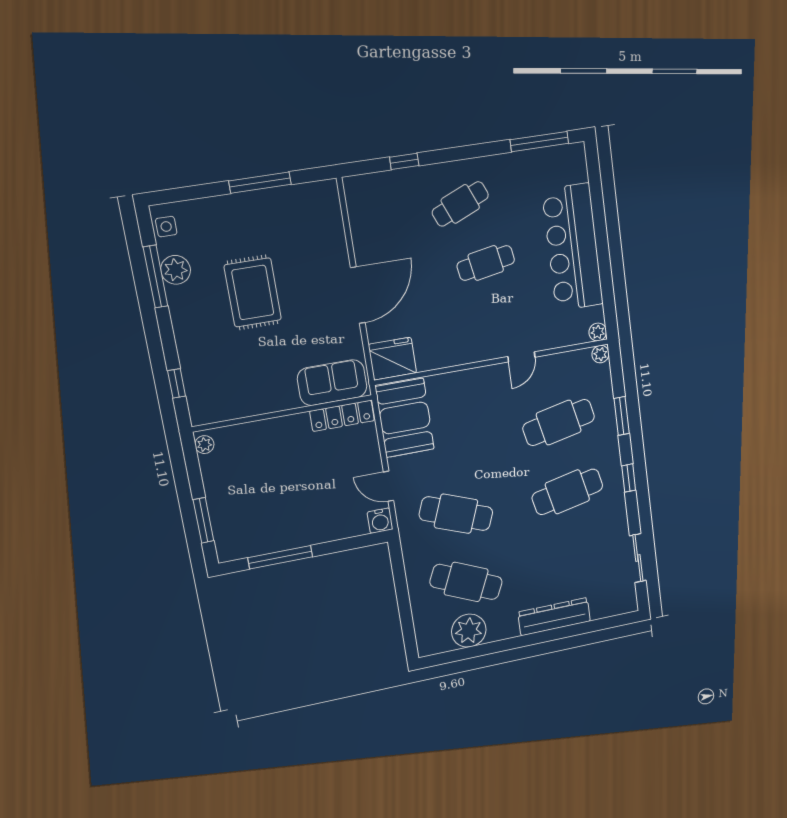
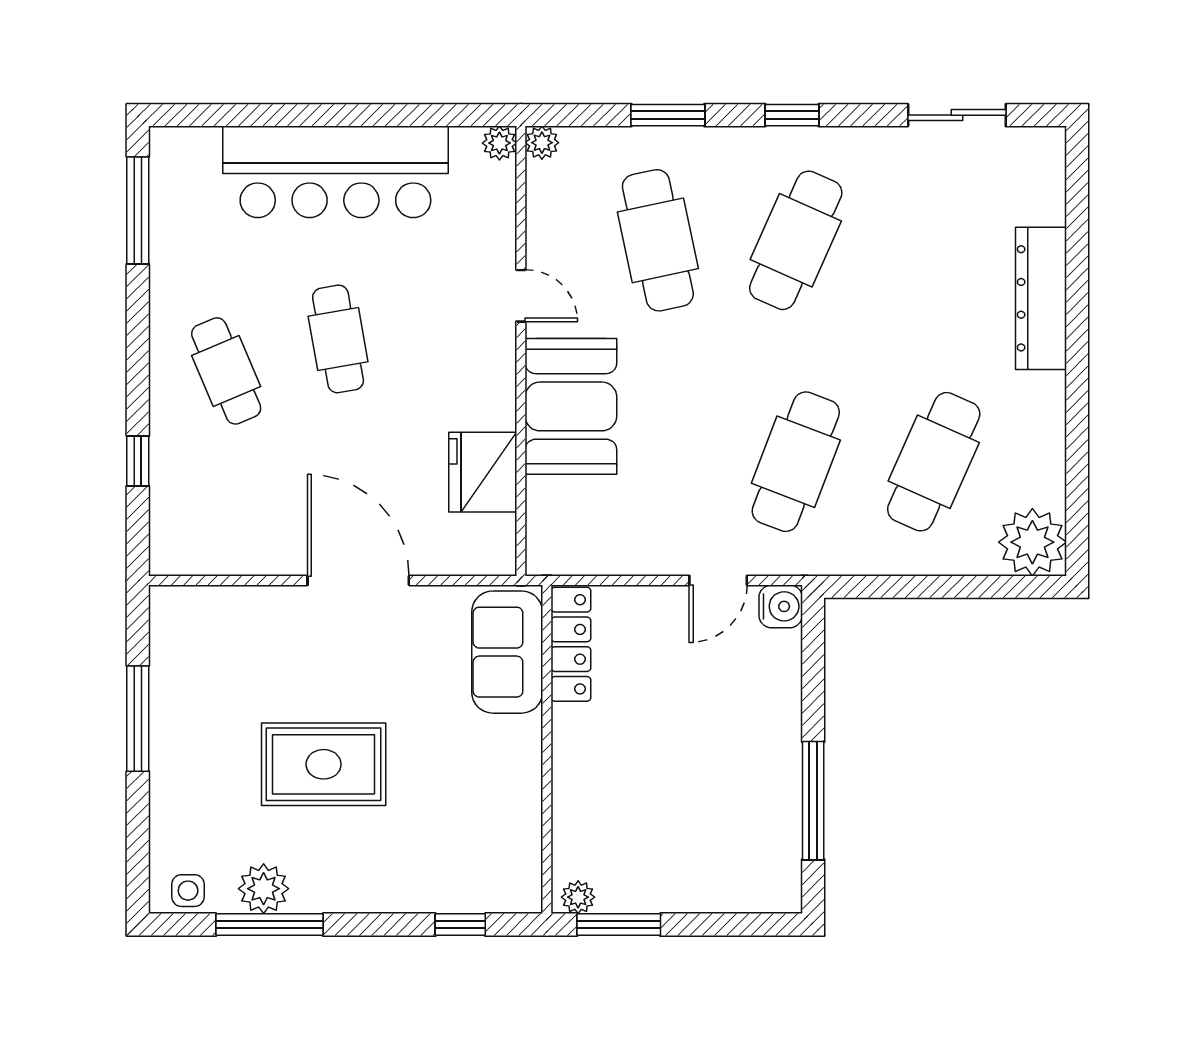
fridge: (392, 359) -> (483, 472), moved
booth: (405, 418) -> (571, 406), moved, turned 90
cafe table: (567, 492) -> (796, 240), turned 36
window: (203, 520) -> (619, 925), moved
plant: (469, 631) -> (1032, 542), moved

